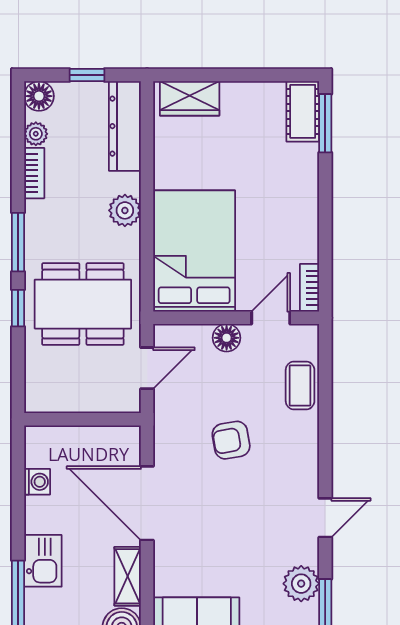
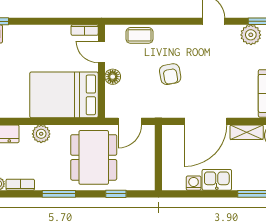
window: (18, 308) -> (116, 194), moved
door: (147, 368) -> (130, 121), swing flipped
kitchen sink: (43, 561) -> (217, 180), moved

